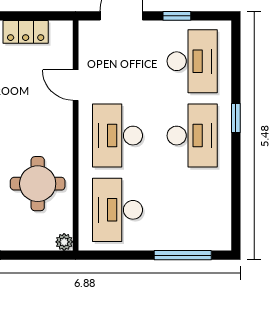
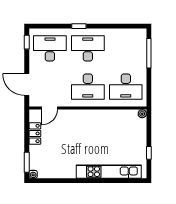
window: (177, 16) -> (27, 42), moved
door: (76, 85) -> (50, 108), moved
round table: (38, 184) -> (112, 127), removed

